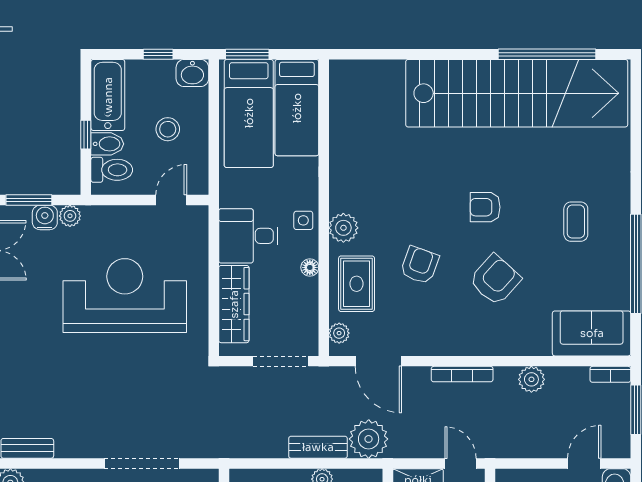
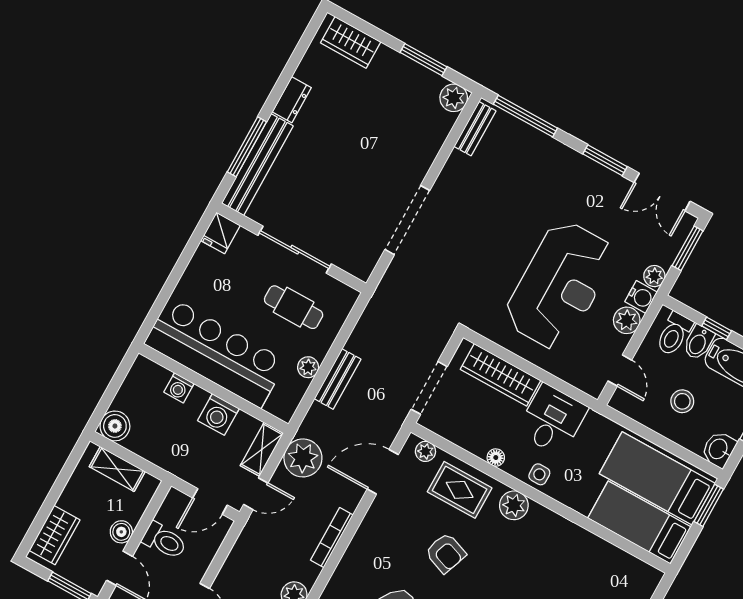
water cooler: (45, 217) -> (641, 297), moved
plant: (123, 219) -> (627, 320), added
plant: (369, 439) -> (303, 458), moved

